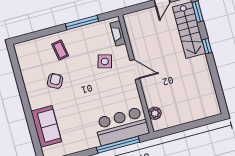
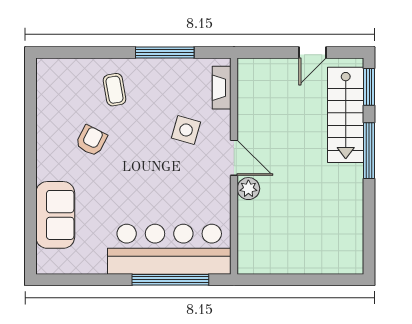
window: (207, 46) -> (369, 151), width x2.17
plant: (155, 113) -> (248, 189), moved
bar counter: (122, 126) -> (169, 249), width x1.36

